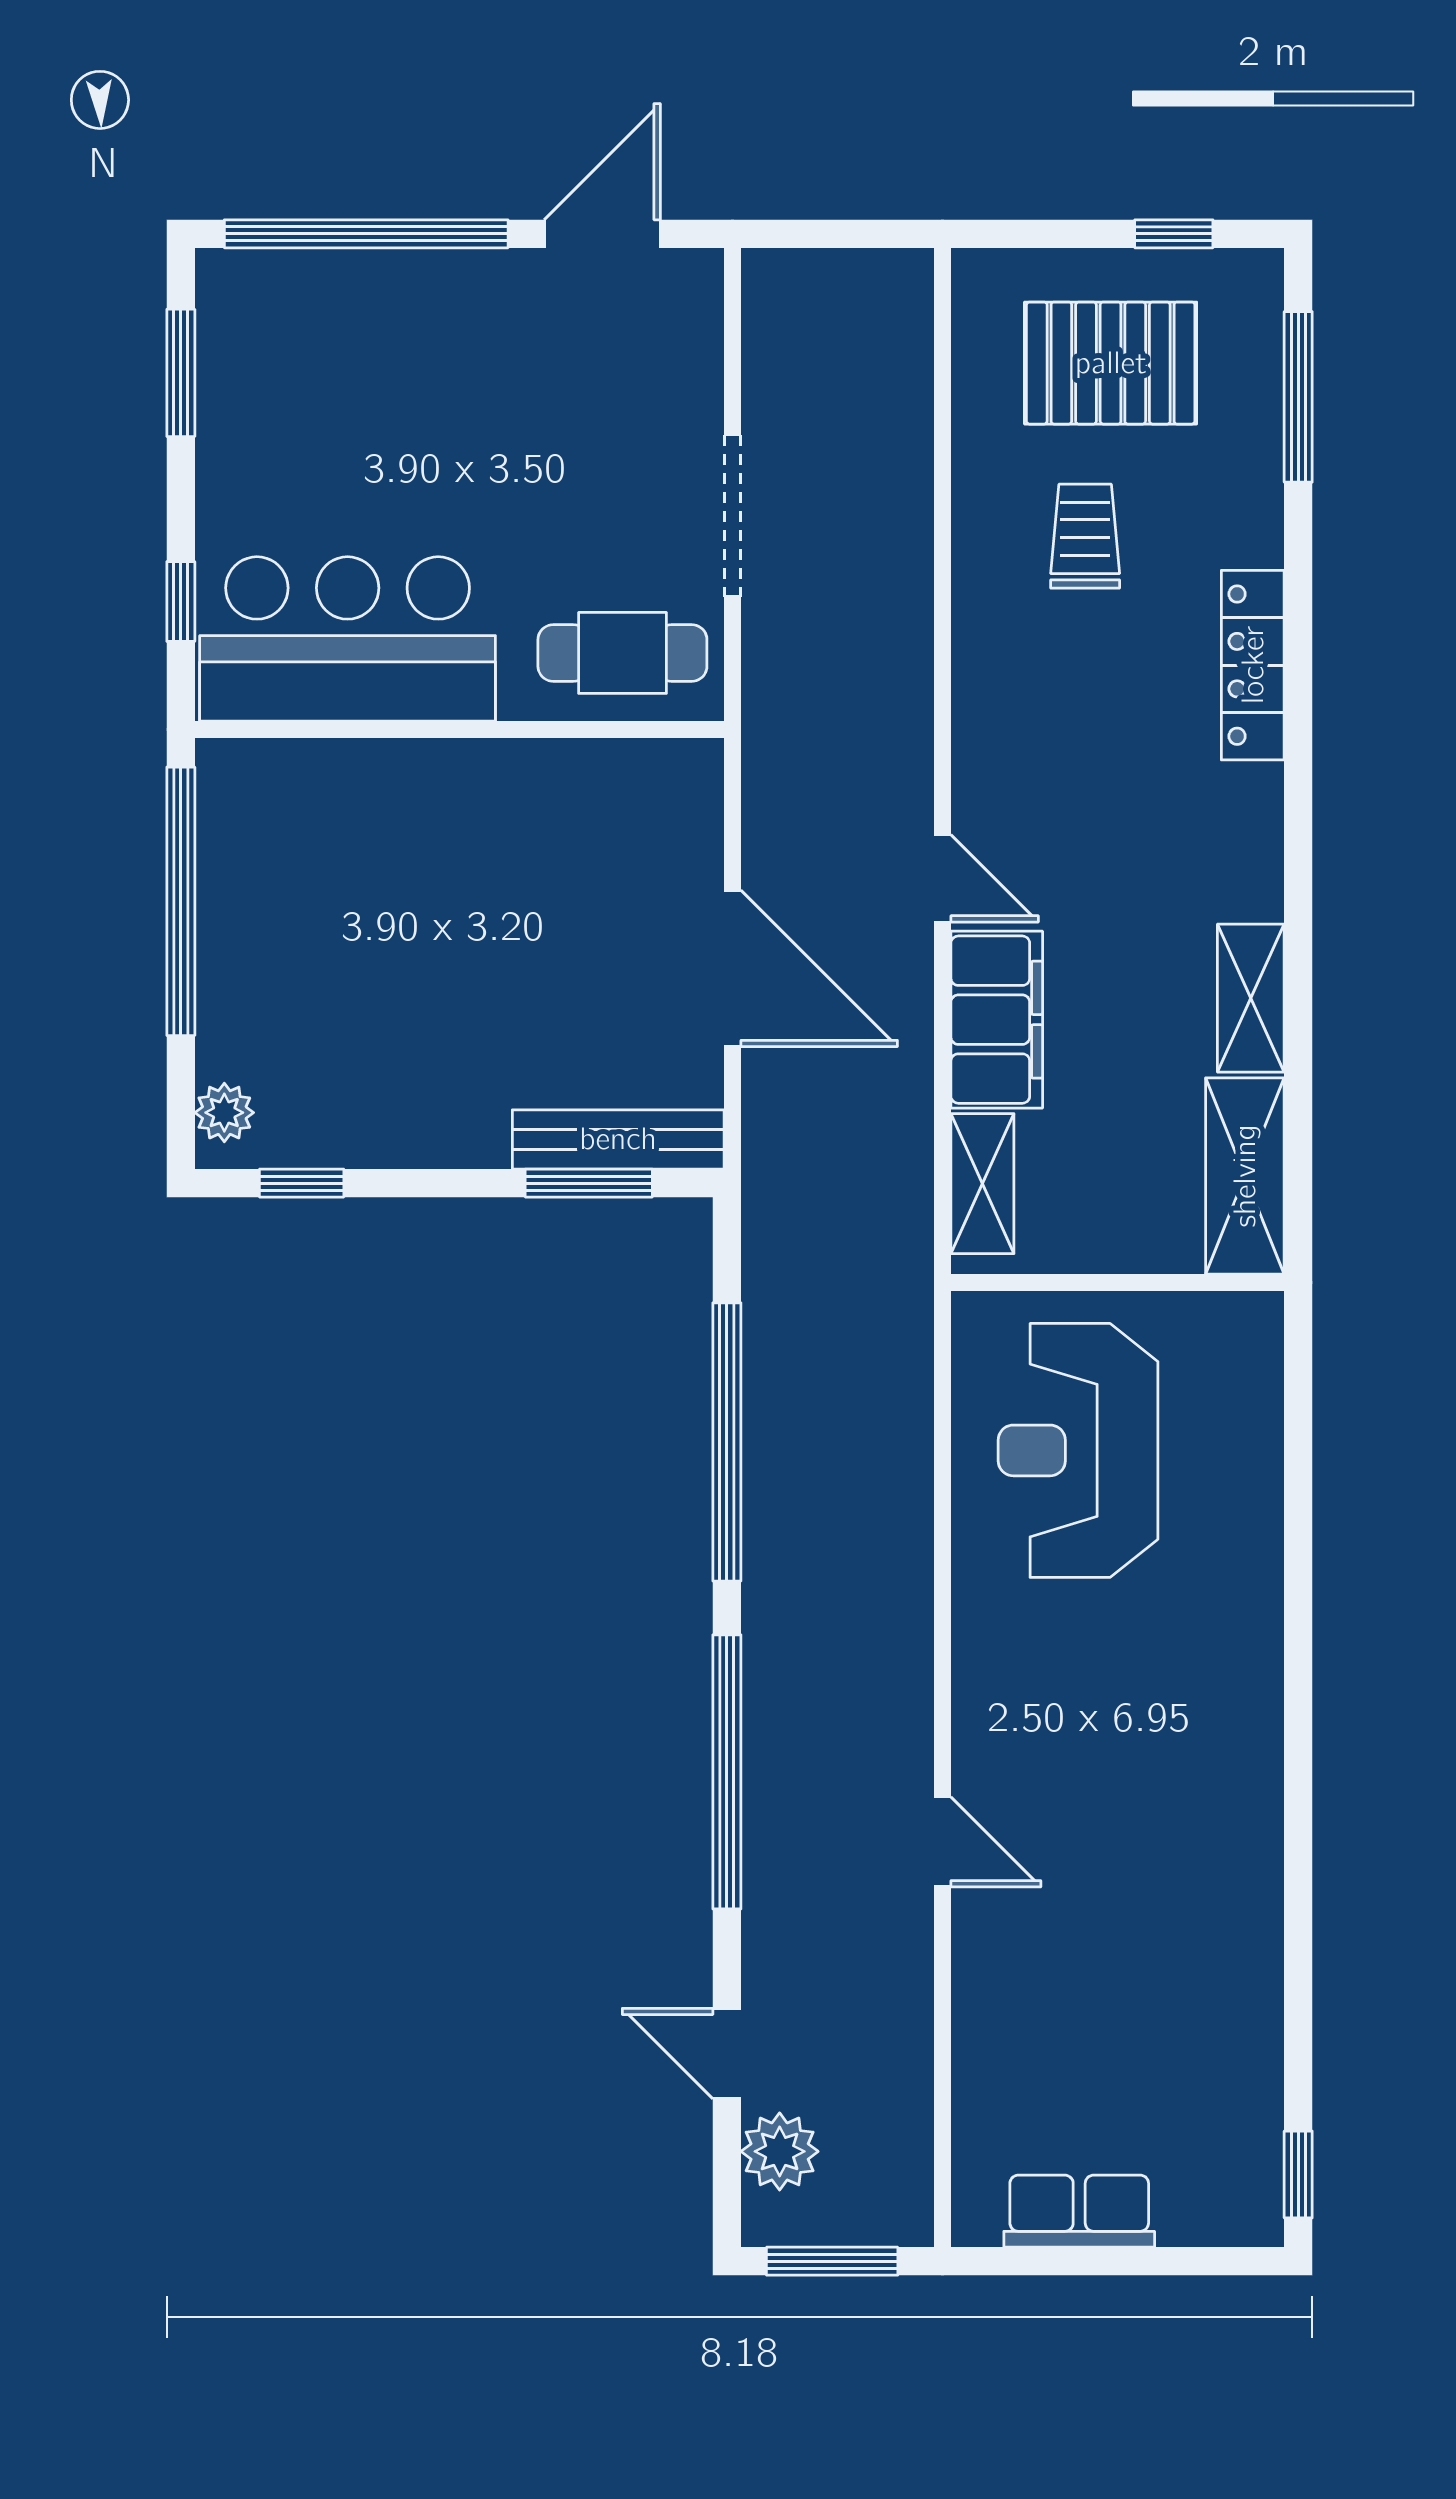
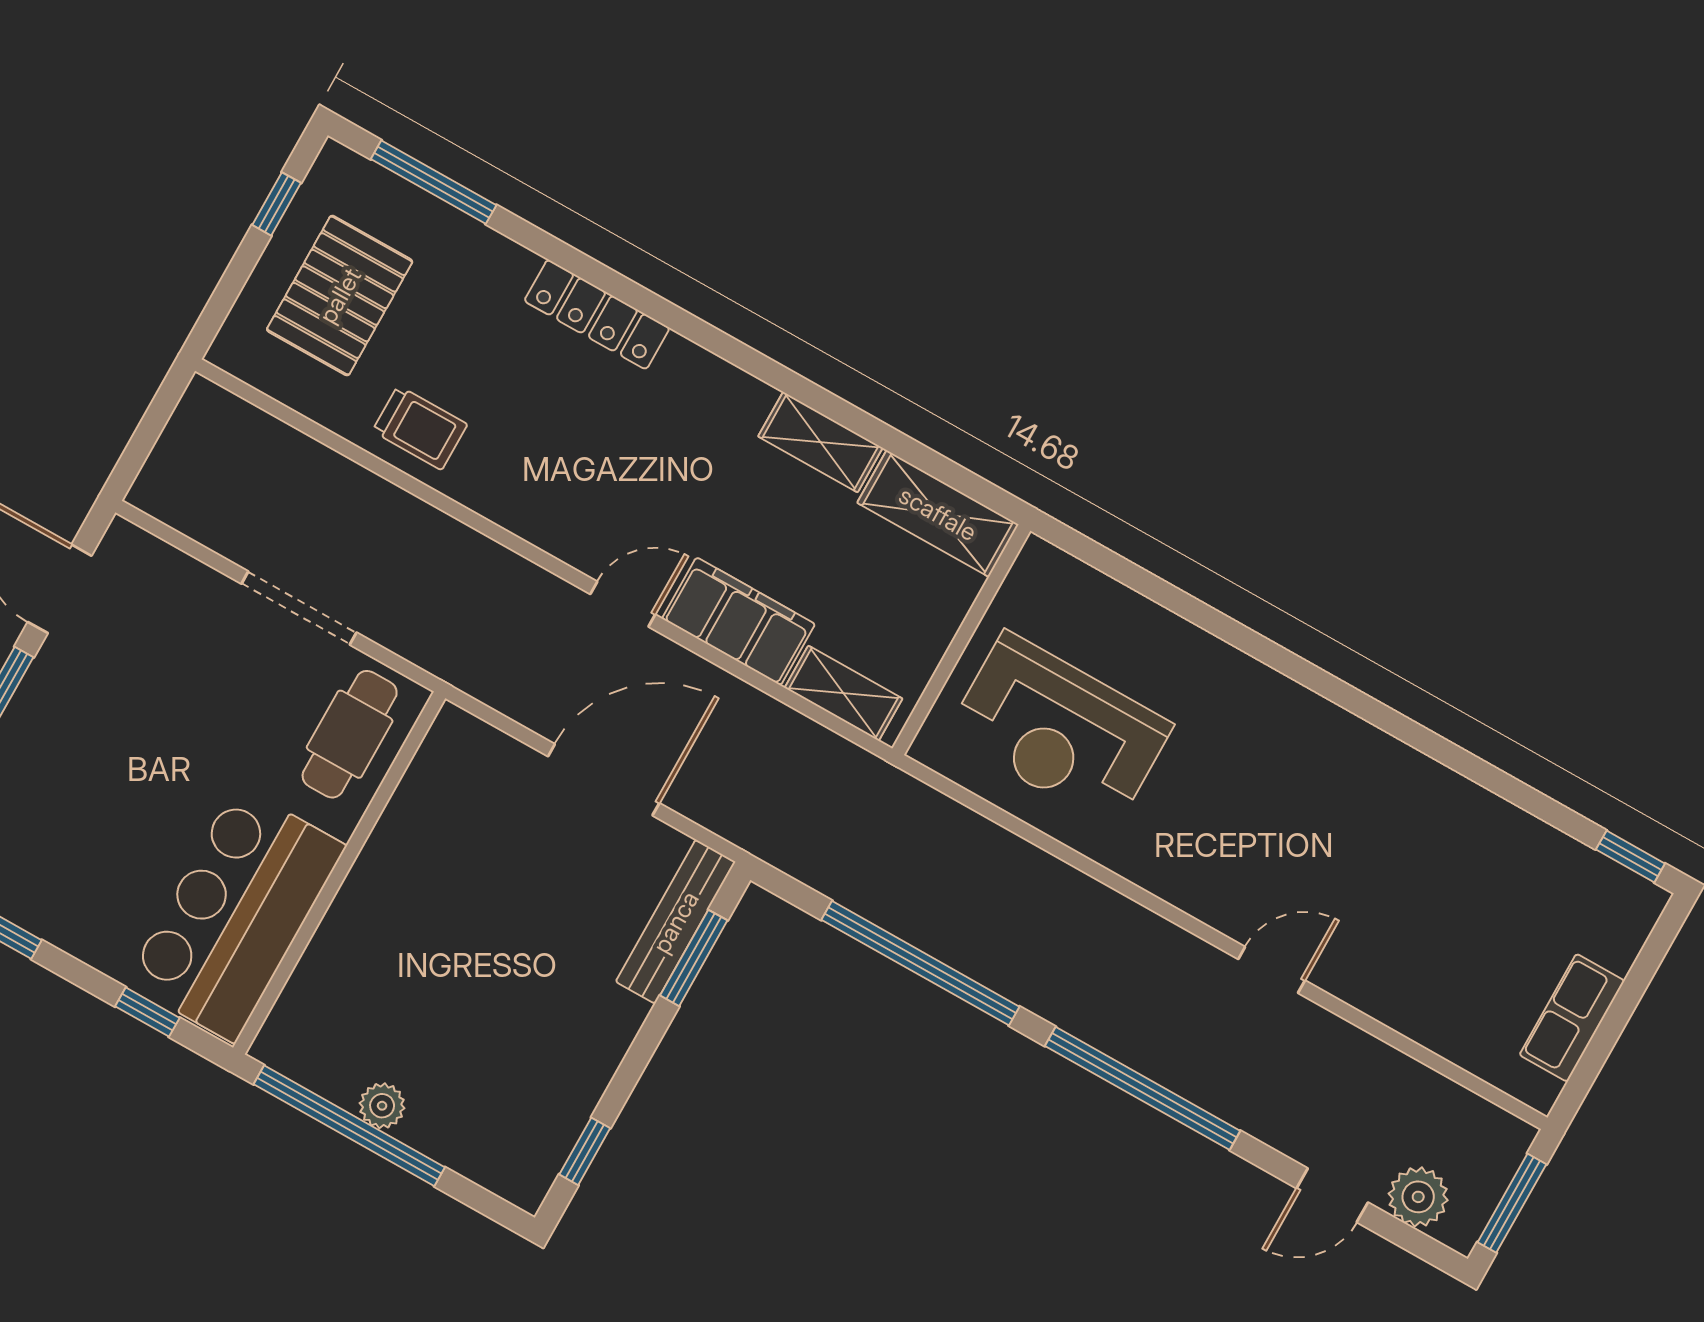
trolley: (1085, 536) -> (420, 428), moved, turned 180
plant: (224, 1113) -> (382, 1106), moved

